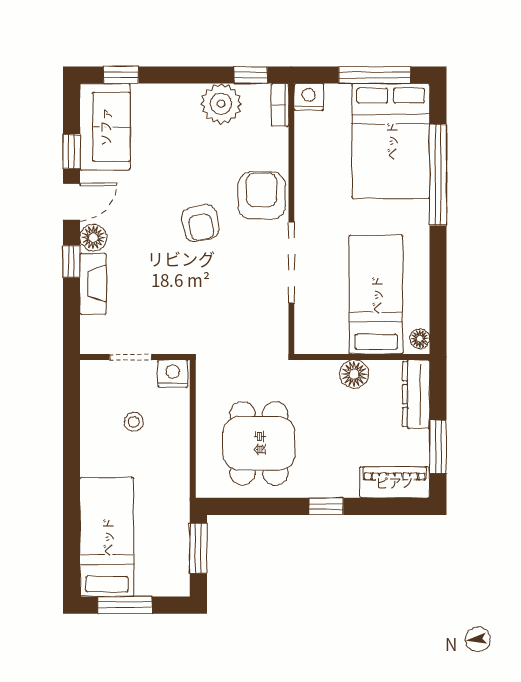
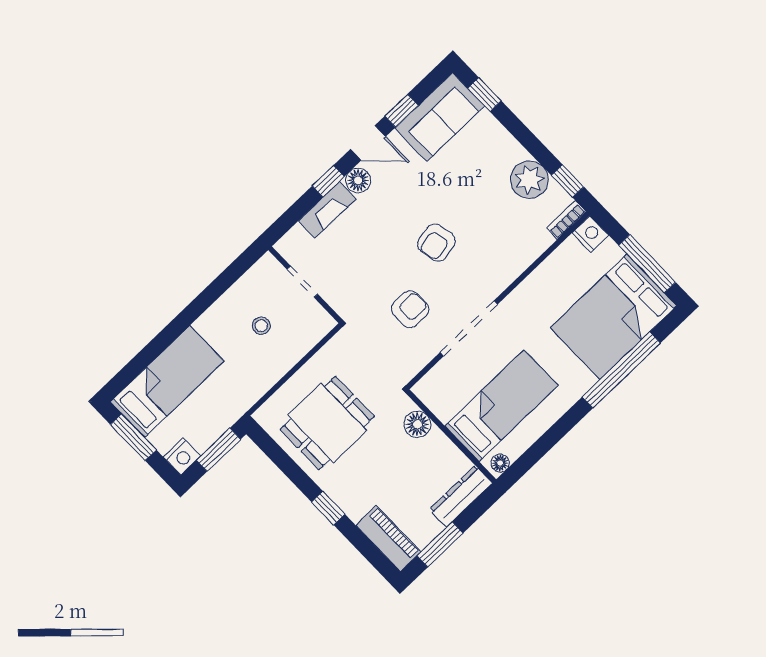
armchair: (262, 196) -> (410, 309), moved, width x0.72, depth x0.72
nightstand: (173, 374) -> (182, 456), moved, turned 90
floor lamp: (354, 374) -> (417, 424), moved

